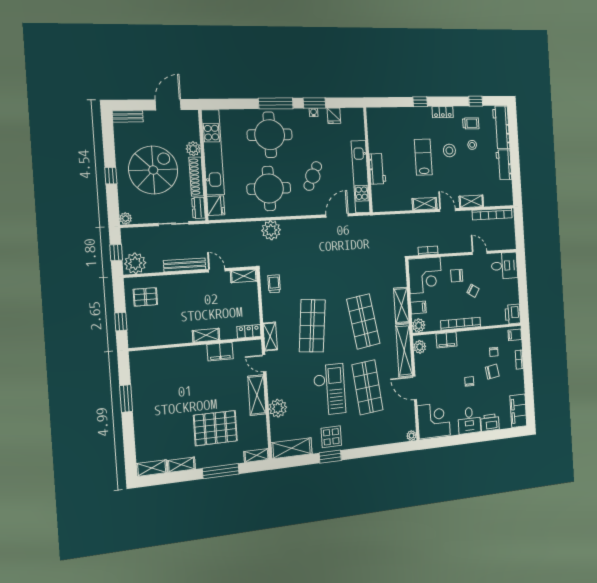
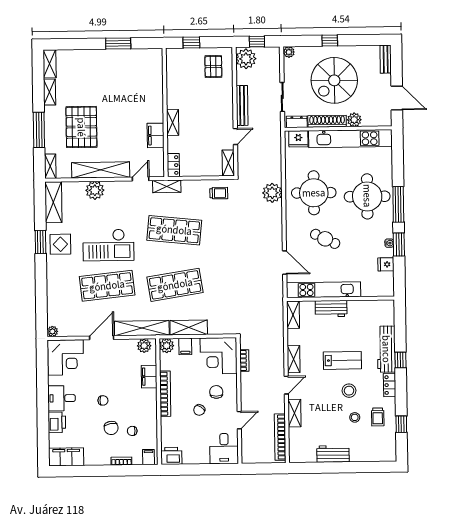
workbench: (501, 127) -> (386, 349), moved, turned -90
spiral stairs: (153, 170) -> (334, 80), turned 90
shelving: (385, 206) -> (293, 315), added
shelving: (257, 395) -> (101, 170), width x1.47

